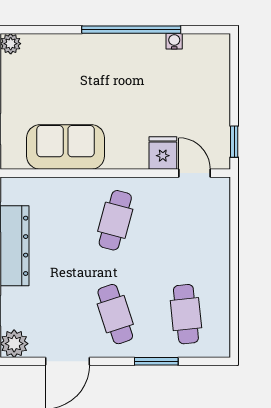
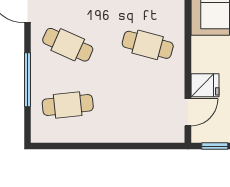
cafe table: (115, 314) -> (68, 45), turned 42
window: (156, 361) -> (28, 80), width x1.44

